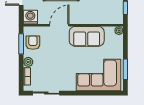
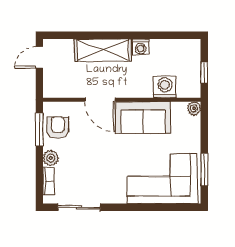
washing machine: (30, 17) -> (165, 87), moved
door: (59, 25) -> (100, 100), swing flipped

